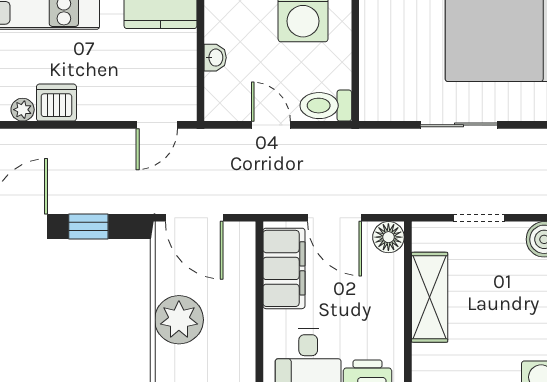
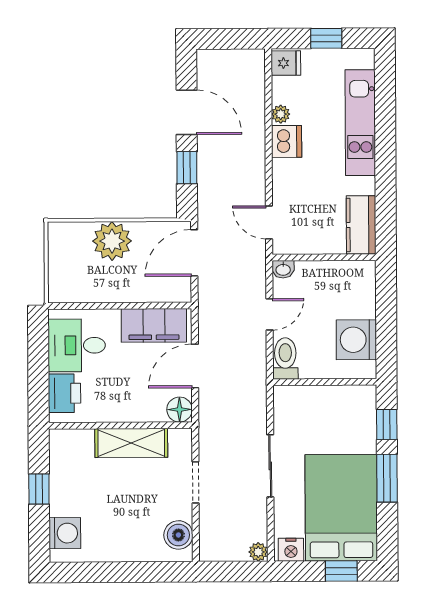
washbasin: (215, 58) -> (283, 269), moved

